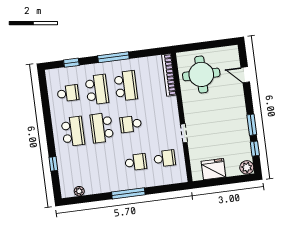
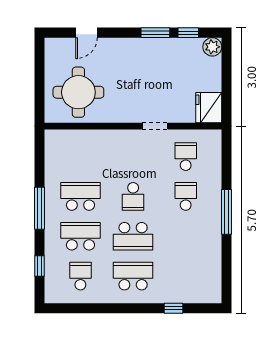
bookcase: (169, 75) -> (73, 136), removed
fridge: (213, 169) -> (209, 108), moved
plant: (79, 191) -> (215, 278), removed

